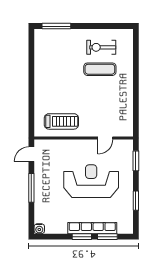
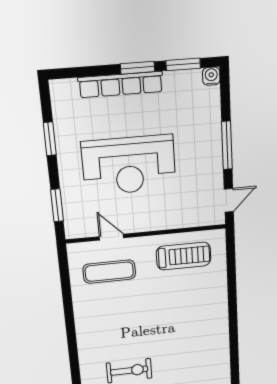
exercise mat: (100, 69) -> (109, 272), moved
treadmill: (61, 121) -> (184, 256), turned 180
door: (105, 138) -> (111, 237), hinge flipped
window: (107, 237) -> (183, 64), moved

